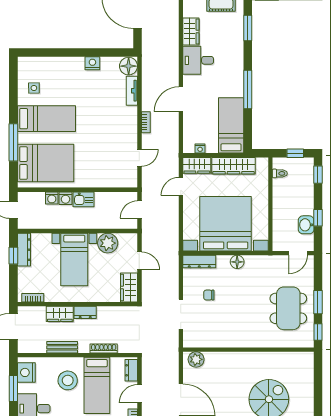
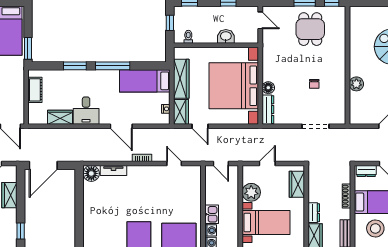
window: (248, 28) -> (75, 66), moved
nightstand: (92, 63) -> (89, 206), removed
washbasin: (306, 225) -> (226, 36), moved, turned 180
floor lamp: (237, 262) -> (268, 88), moved
wardrobe: (129, 287) -> (297, 184), moved, turned 90
chair: (209, 295) -> (314, 84), moved
dining table: (288, 308) -> (310, 29), width x0.73
plant: (196, 359) -> (356, 84), moved

